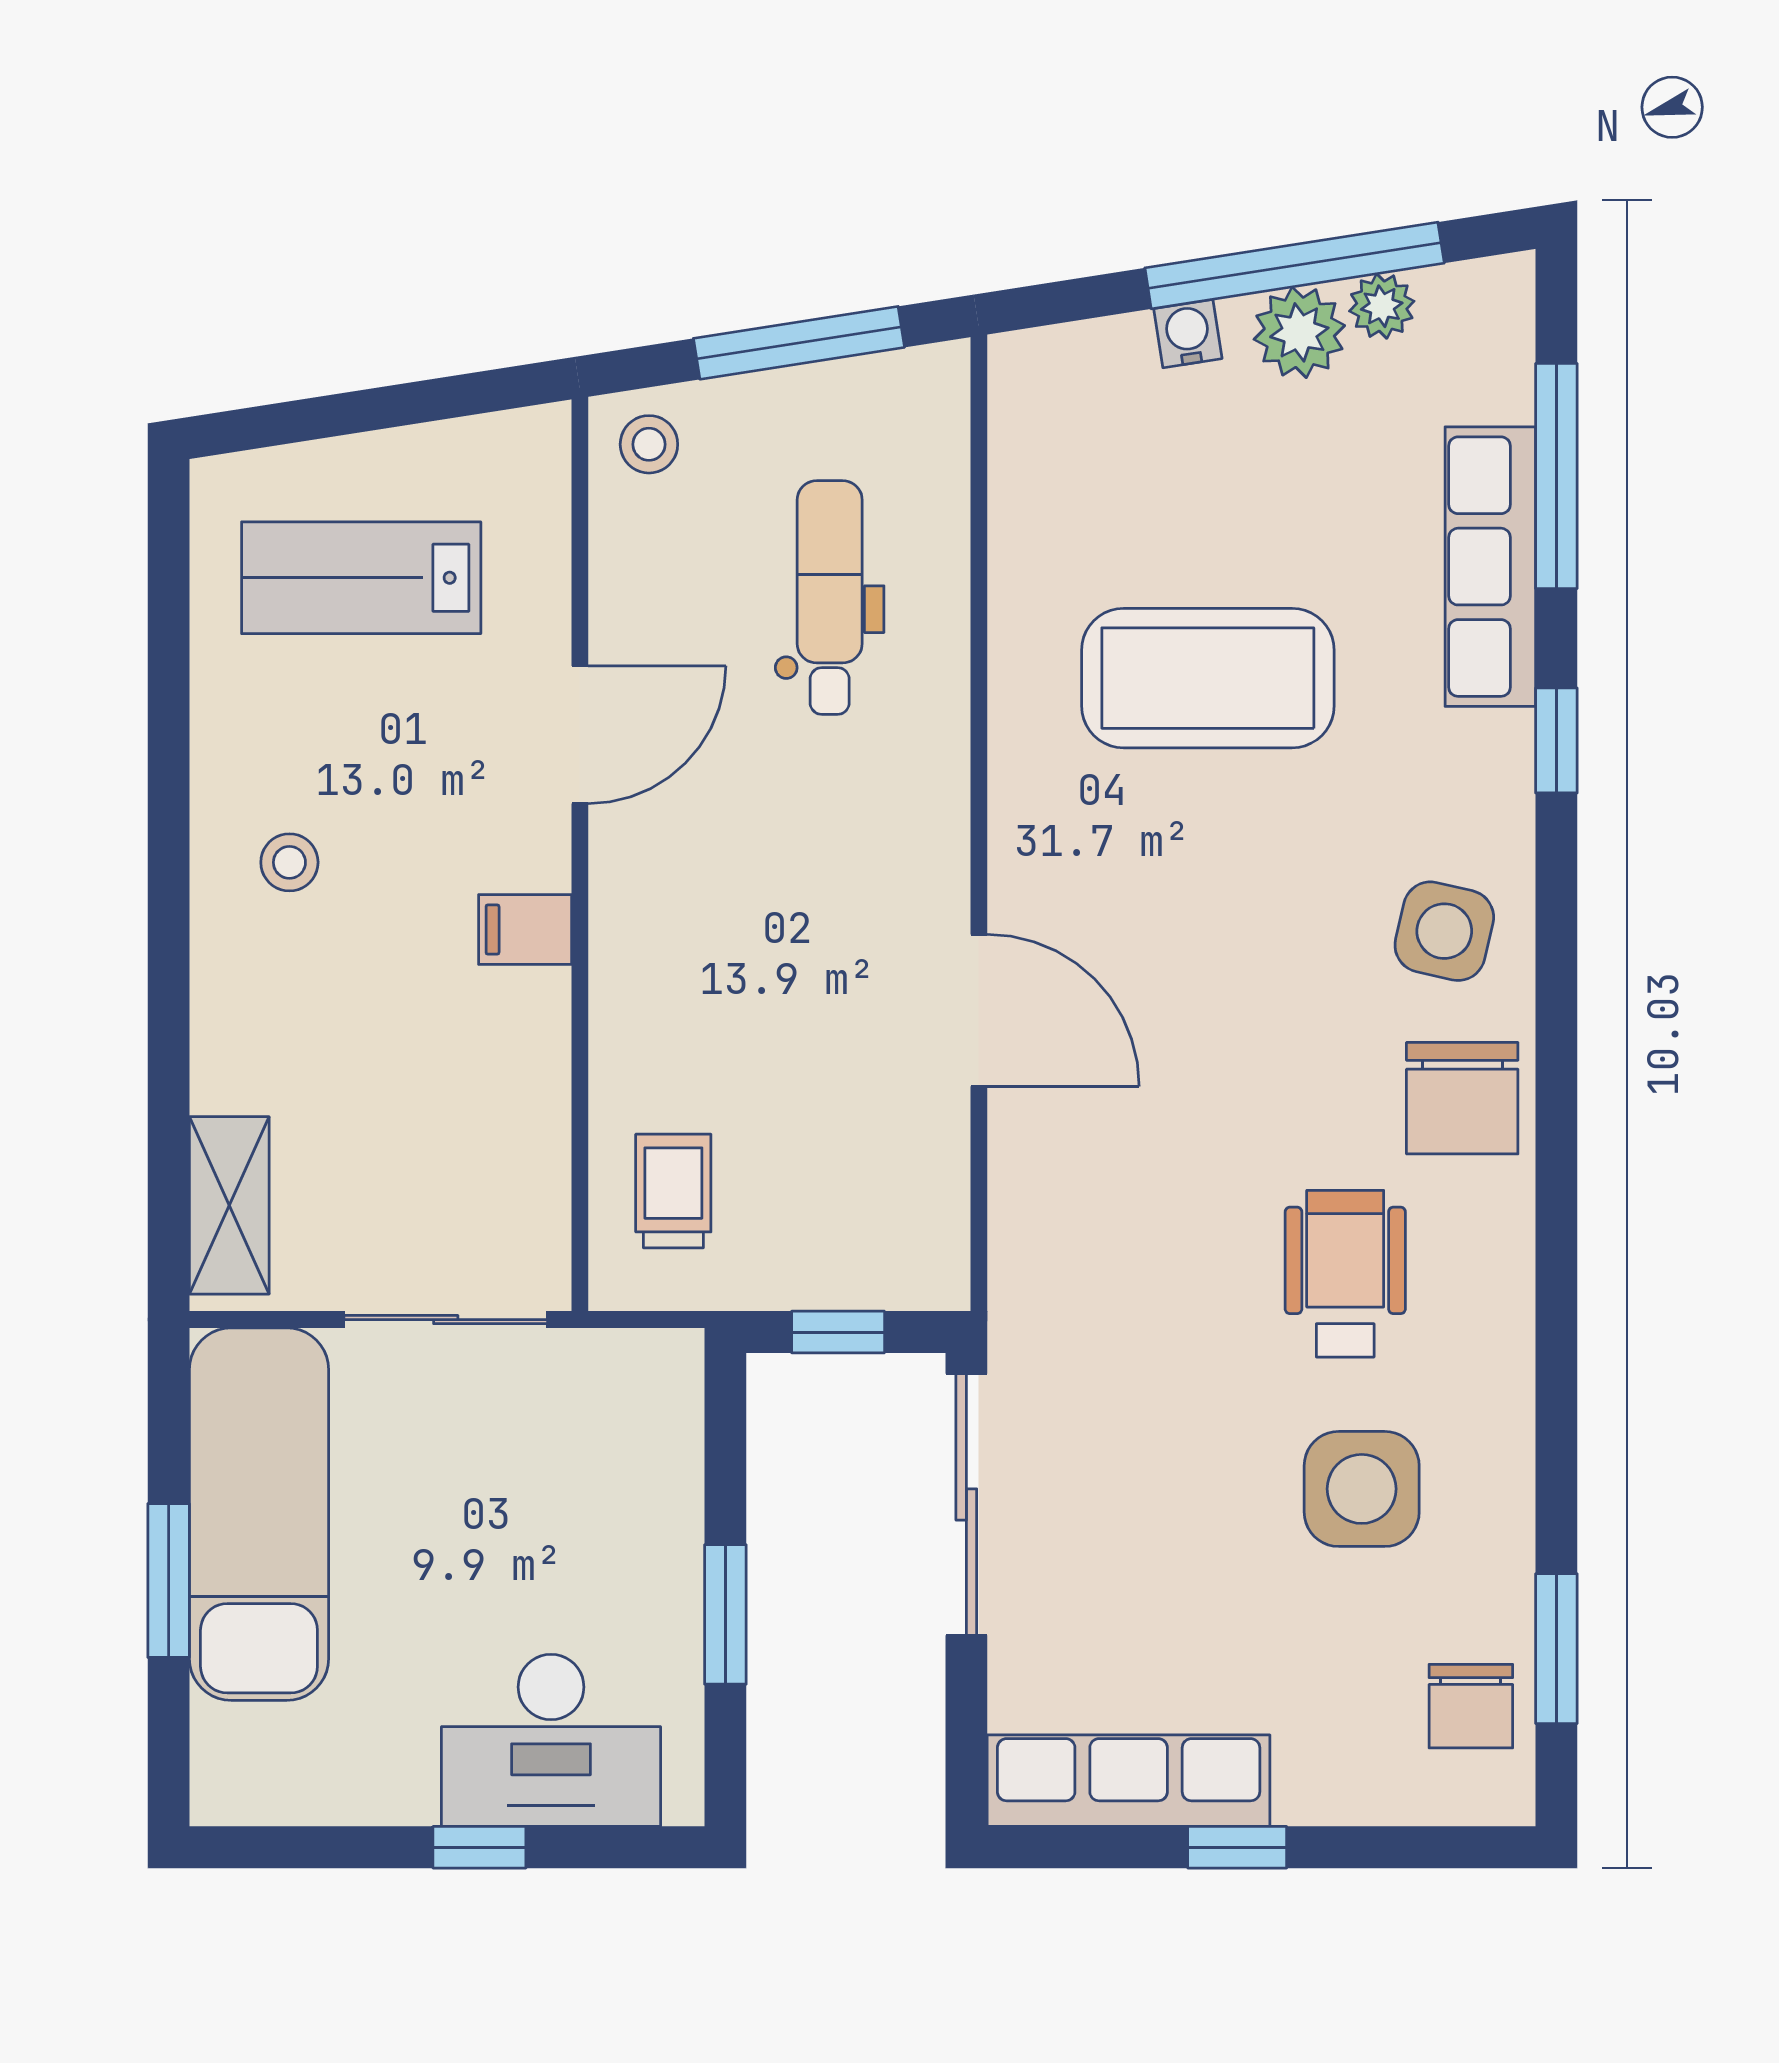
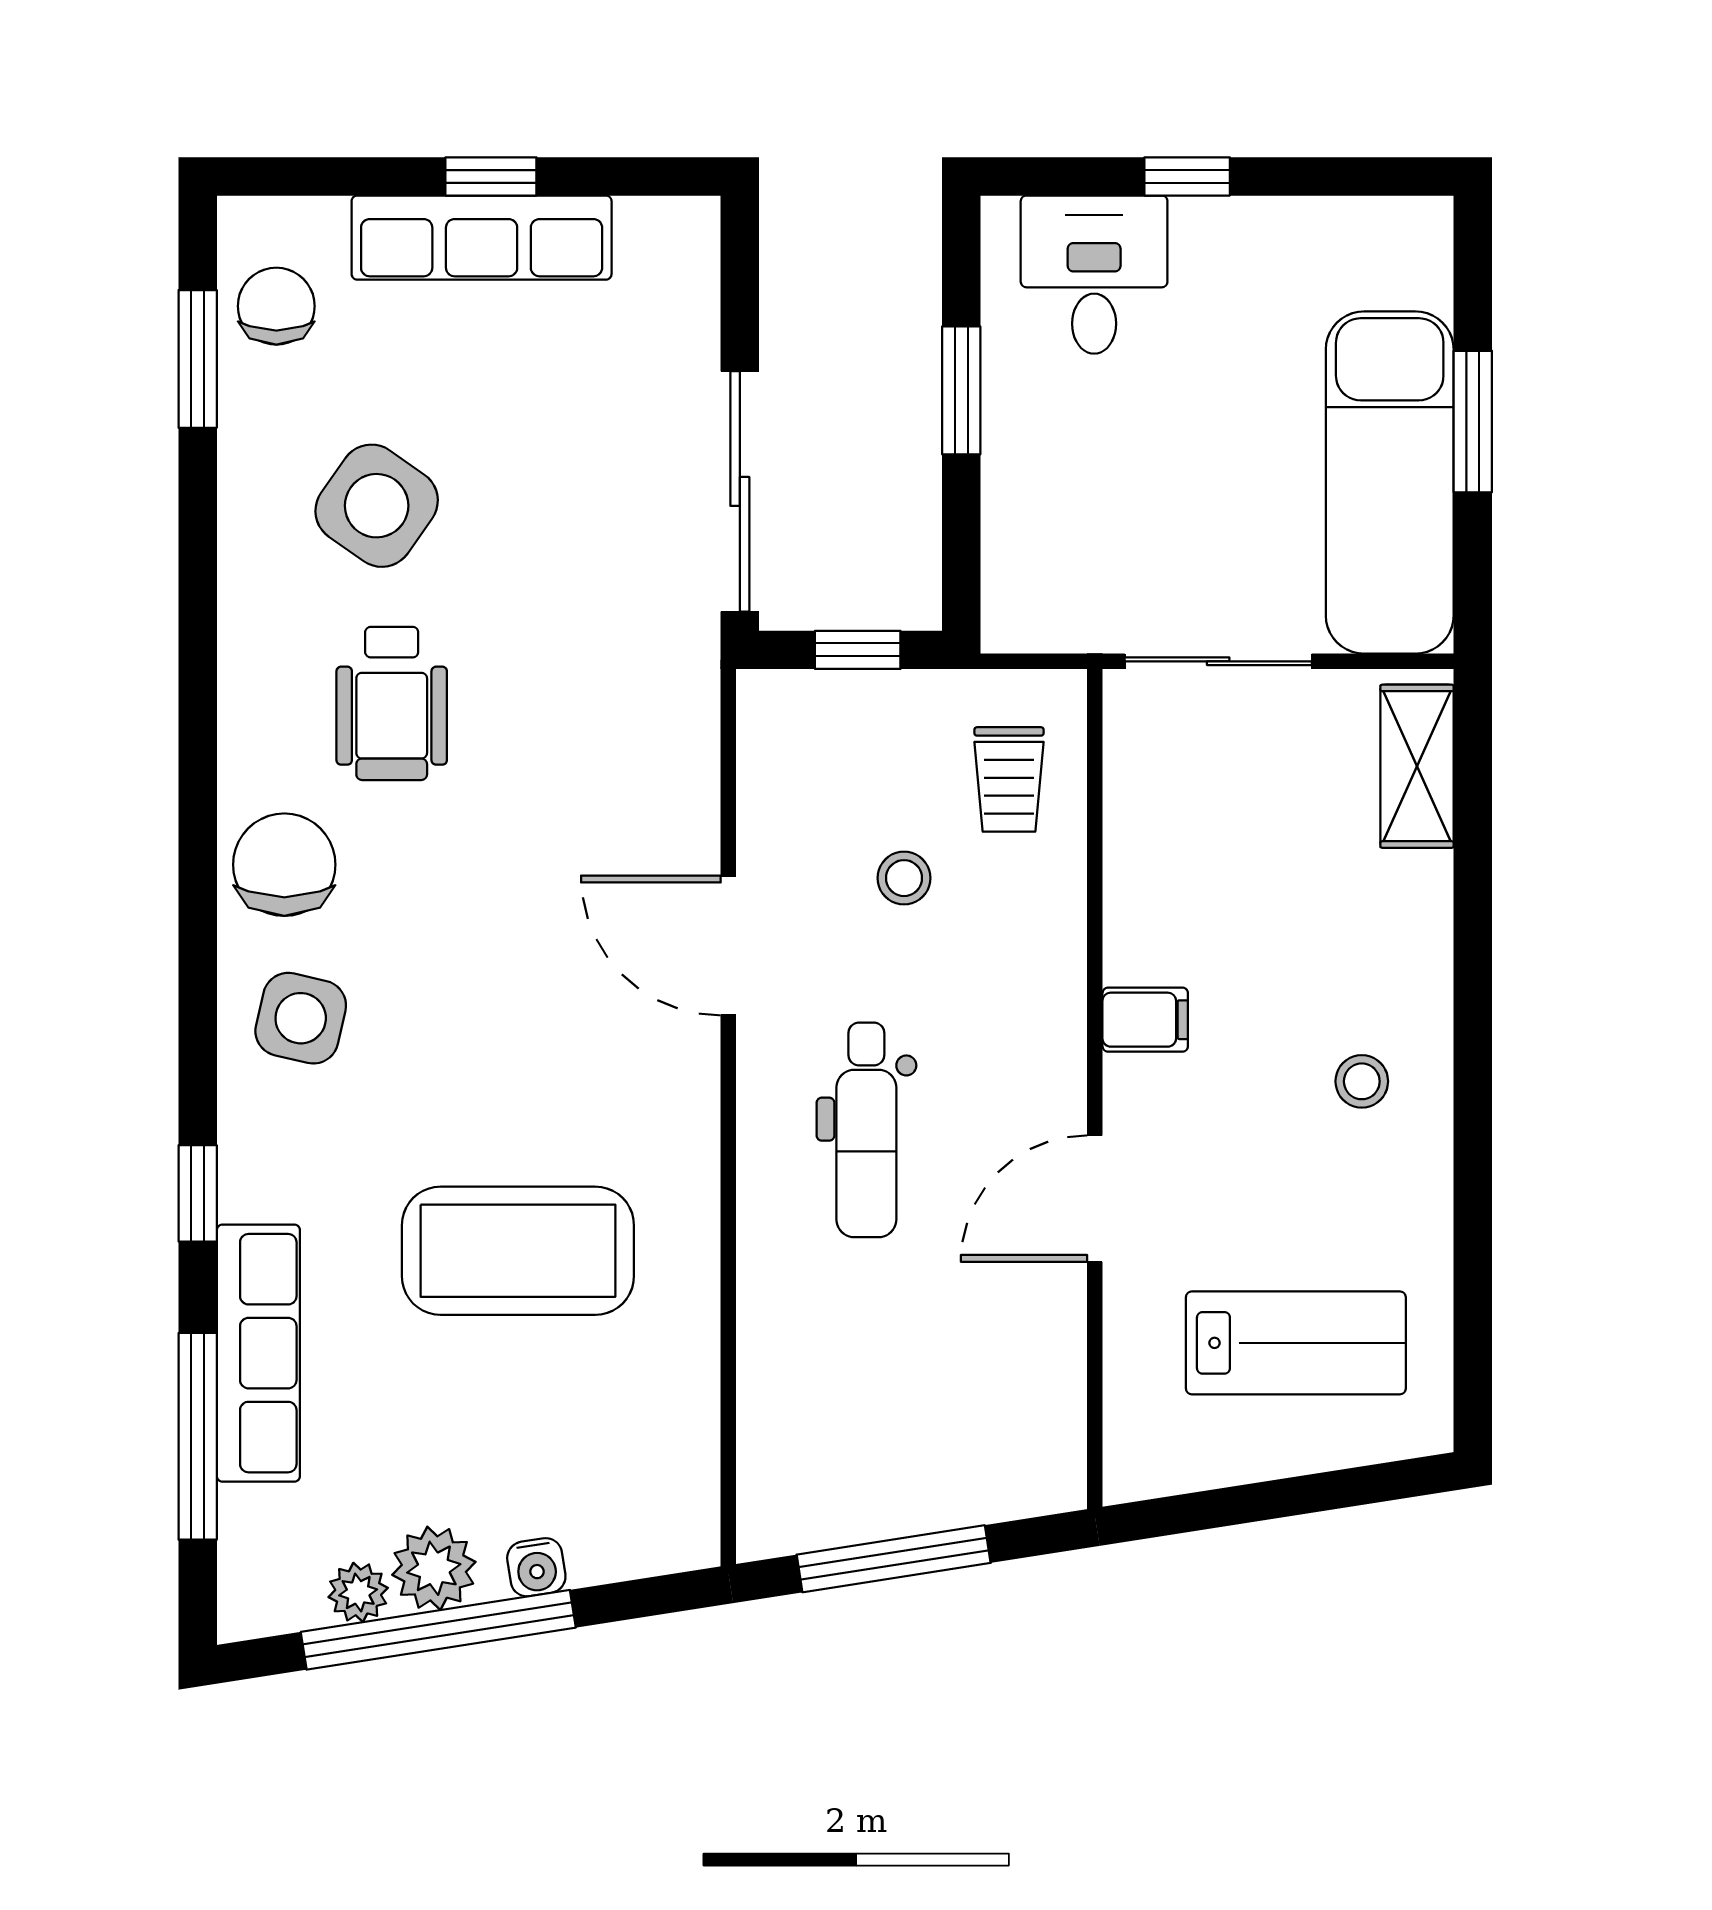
stool: (649, 444) -> (904, 878), moved
dental chair: (830, 598) -> (866, 1130), moved
side table: (1362, 1489) -> (377, 506), turned 35
desk: (551, 1740) -> (1094, 275), width x0.73
row of seats: (1129, 1781) -> (482, 238), moved

